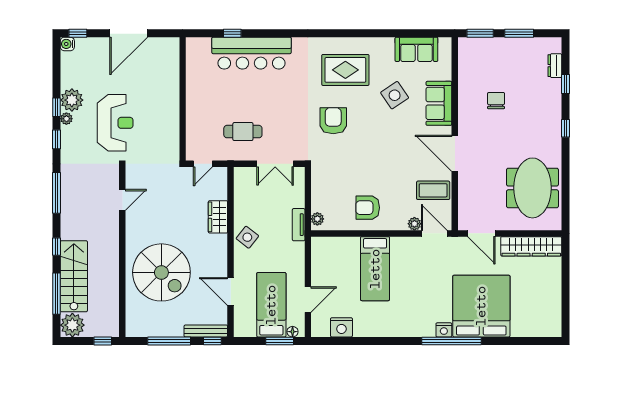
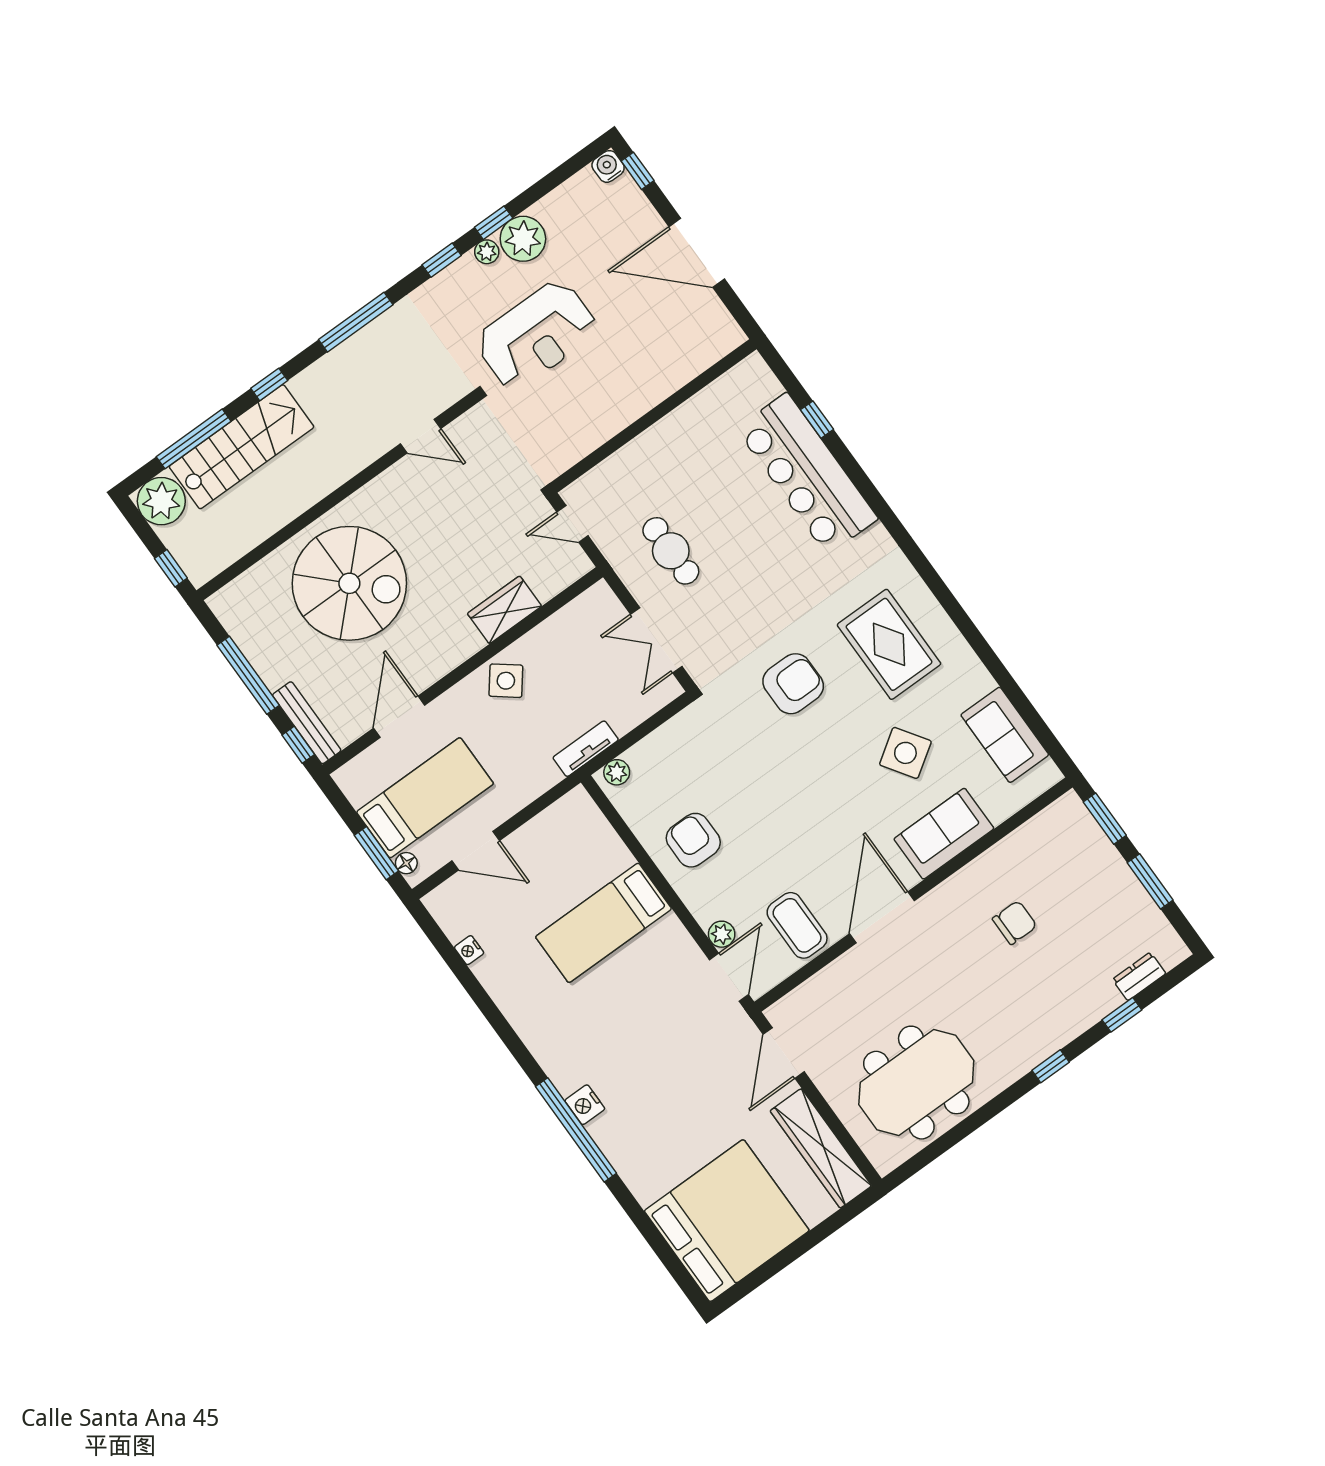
spiral stairs: (161, 272) -> (349, 583), turned -90
bed: (481, 306) -> (727, 1221), moved
nightstand: (341, 327) -> (469, 950), width x0.53, depth x0.56

